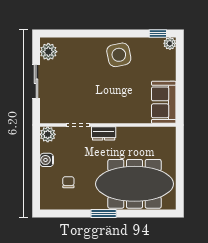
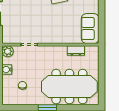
dresser: (104, 133) -> (76, 51), moved

